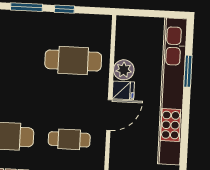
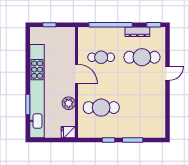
fridge: (123, 90) -> (68, 132), moved
door: (109, 115) -> (76, 74), swing flipped

